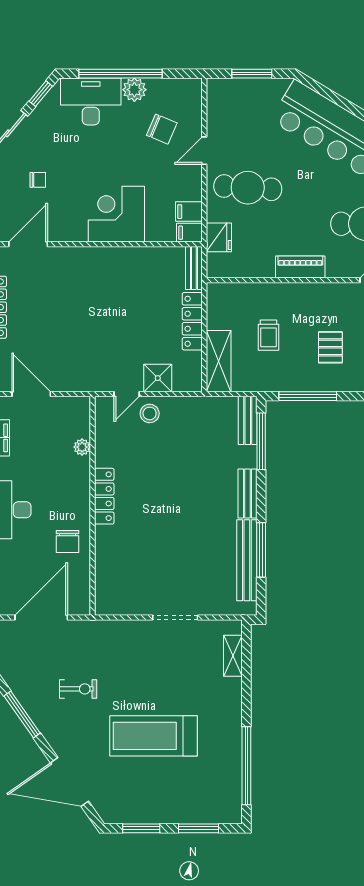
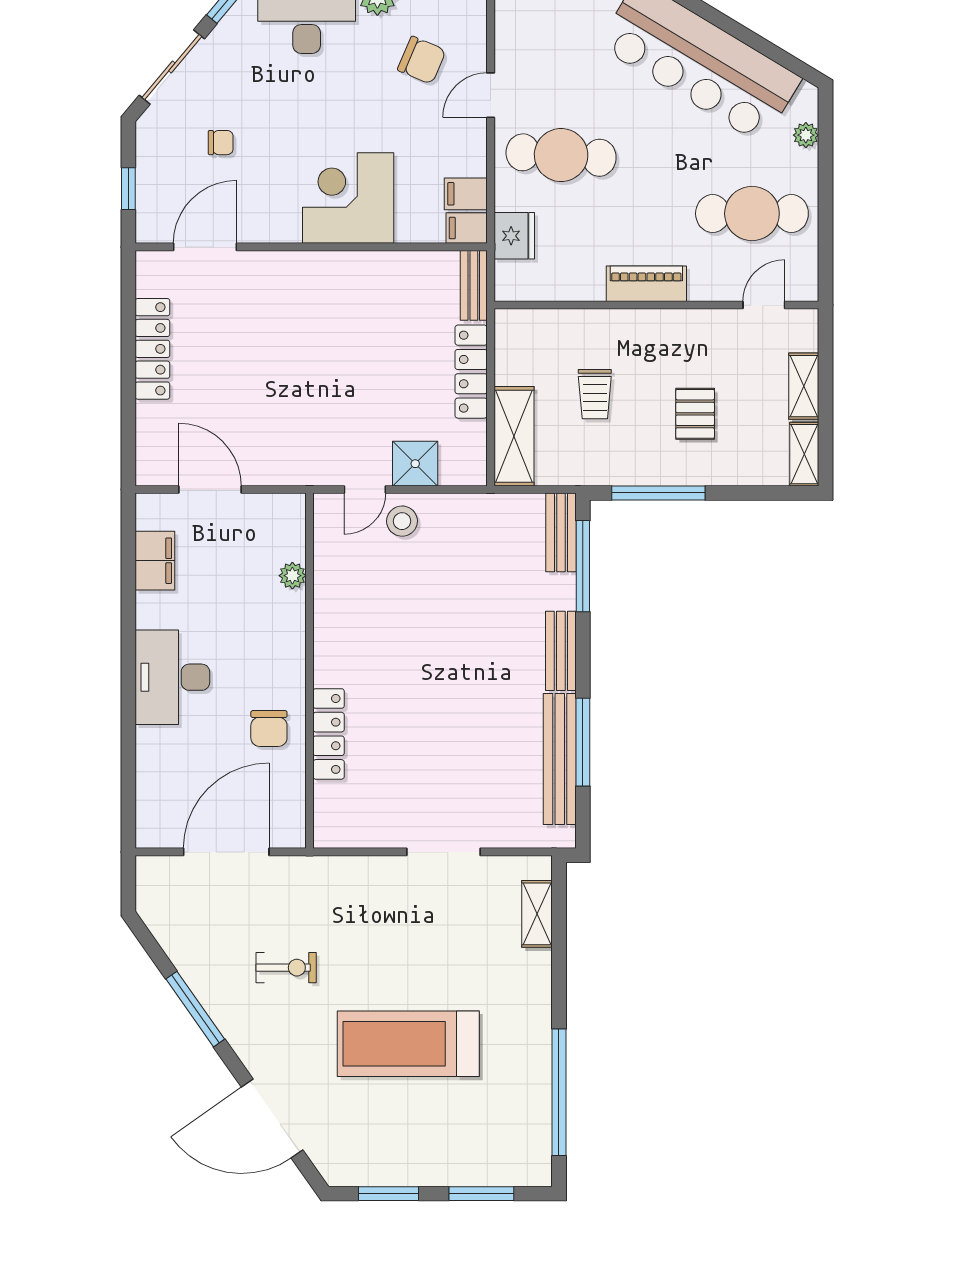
locker: (104, 496) -> (329, 734), moved

